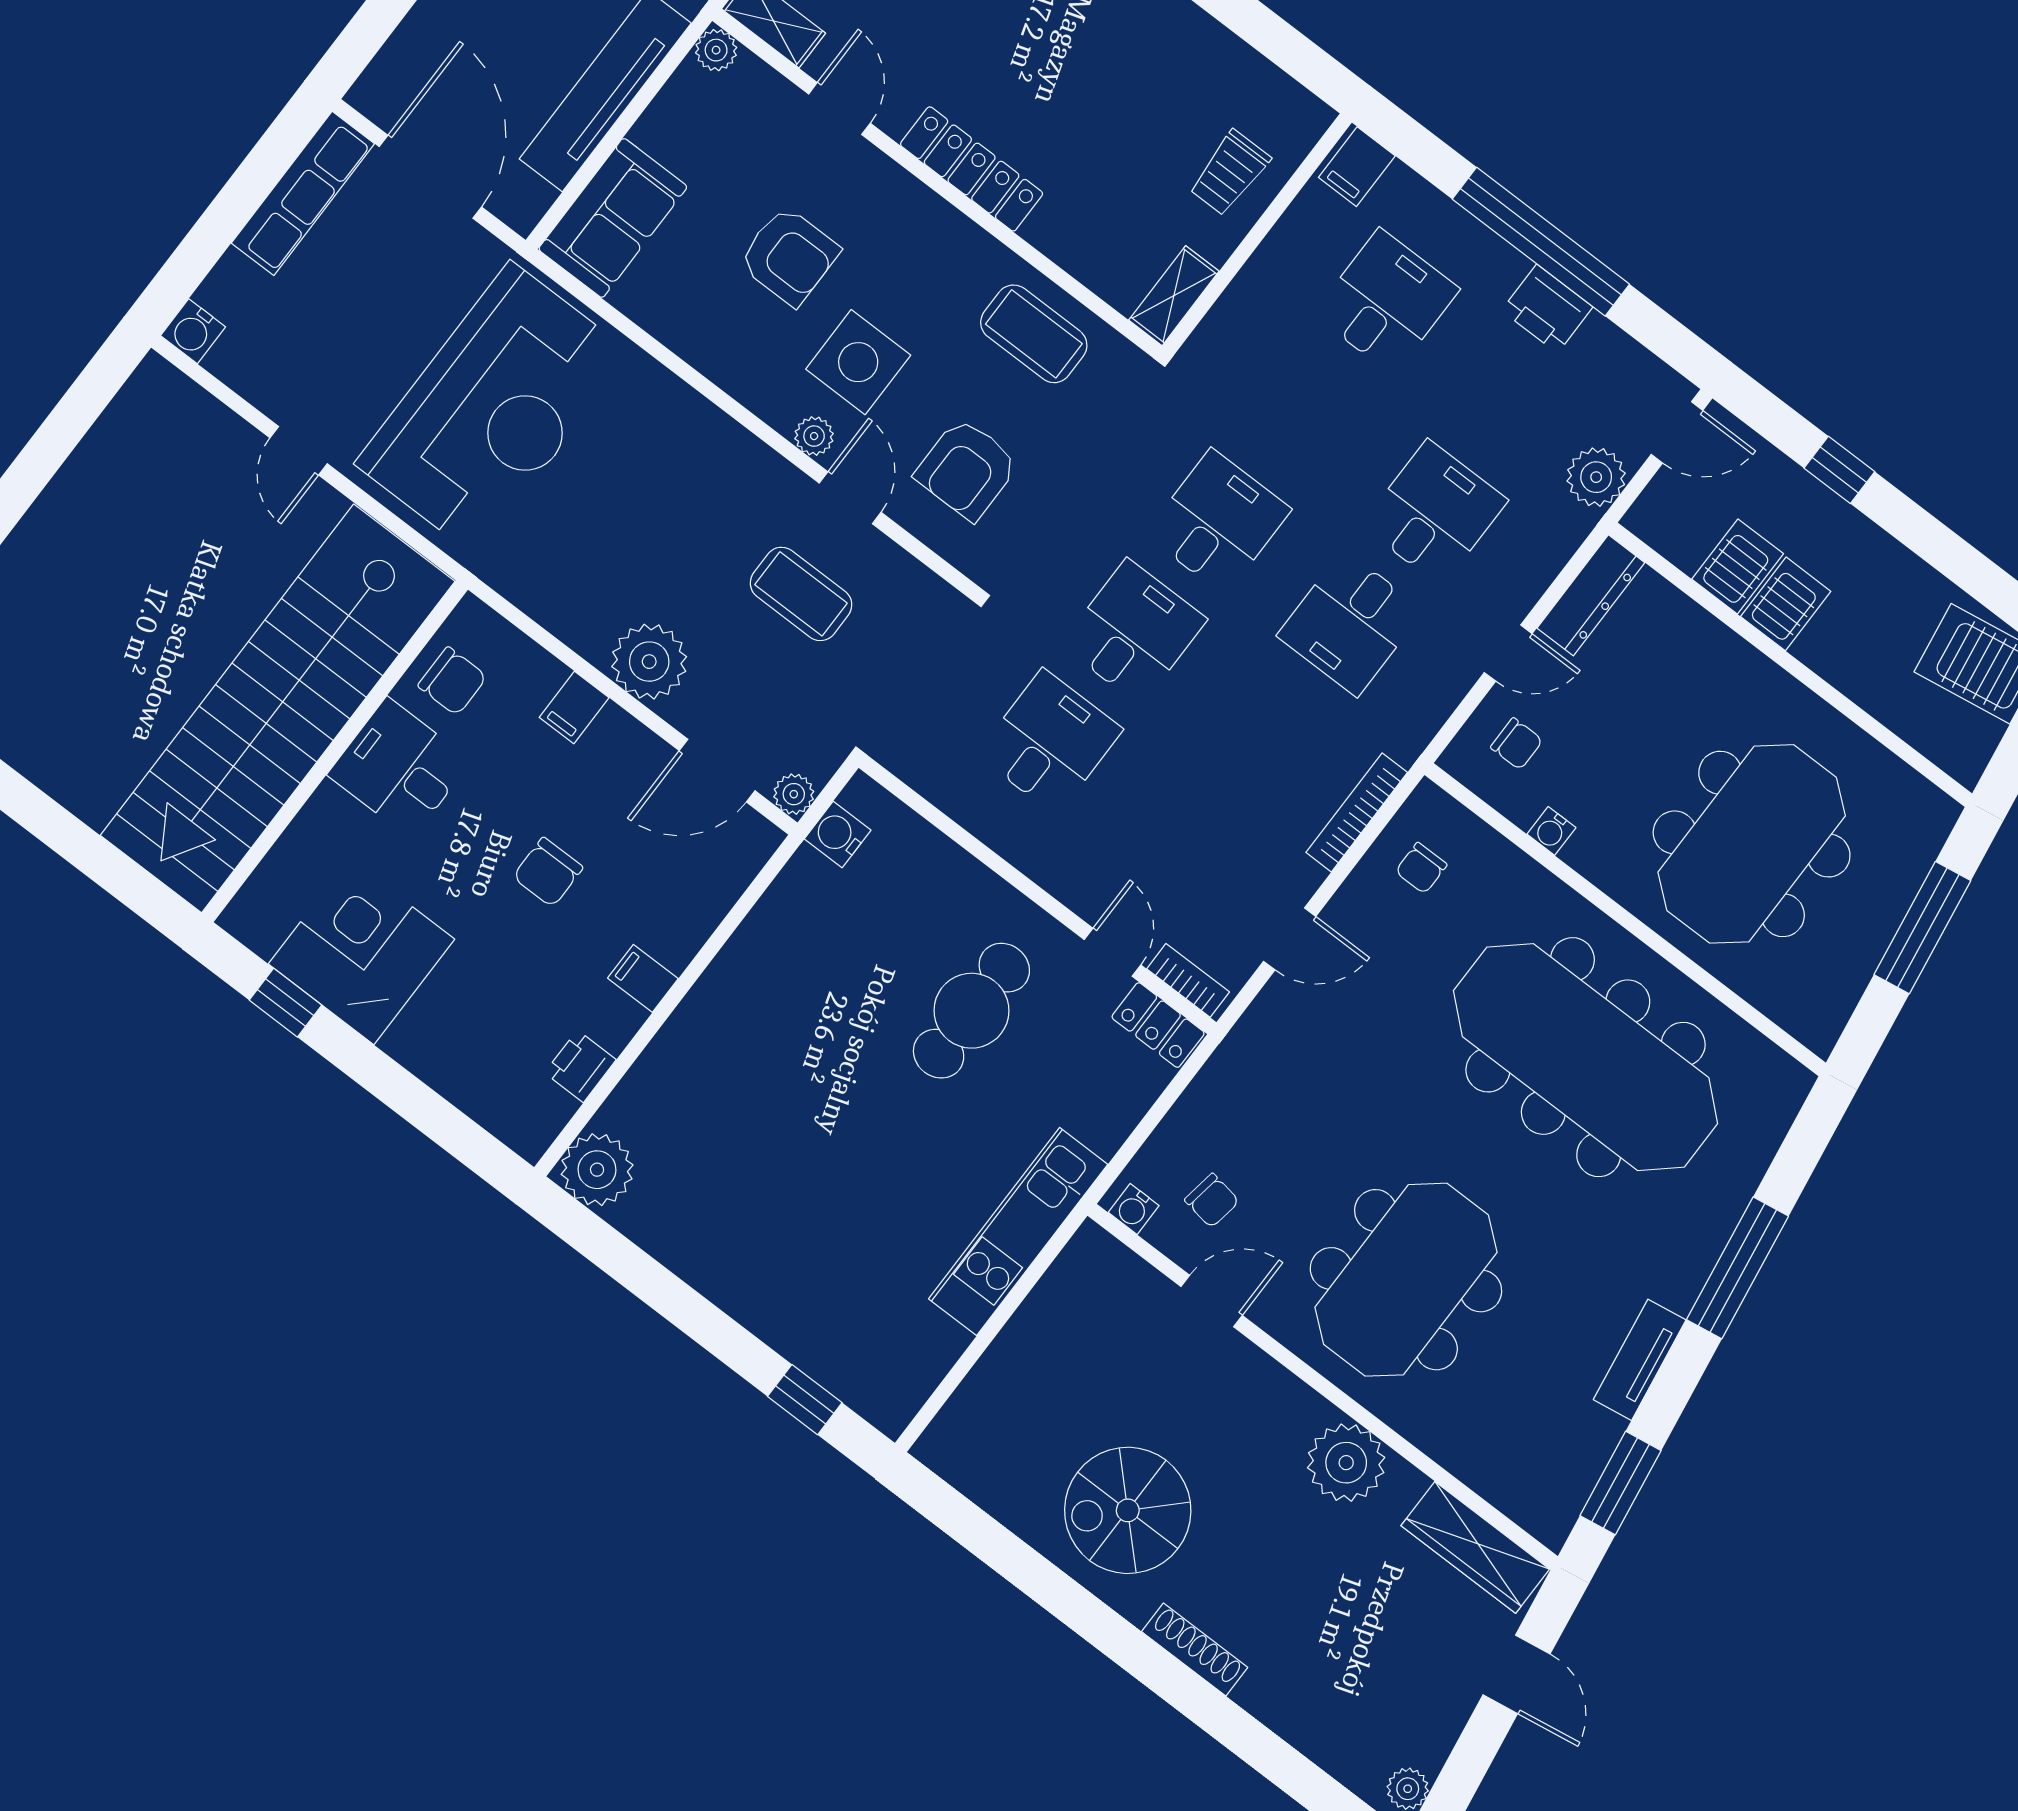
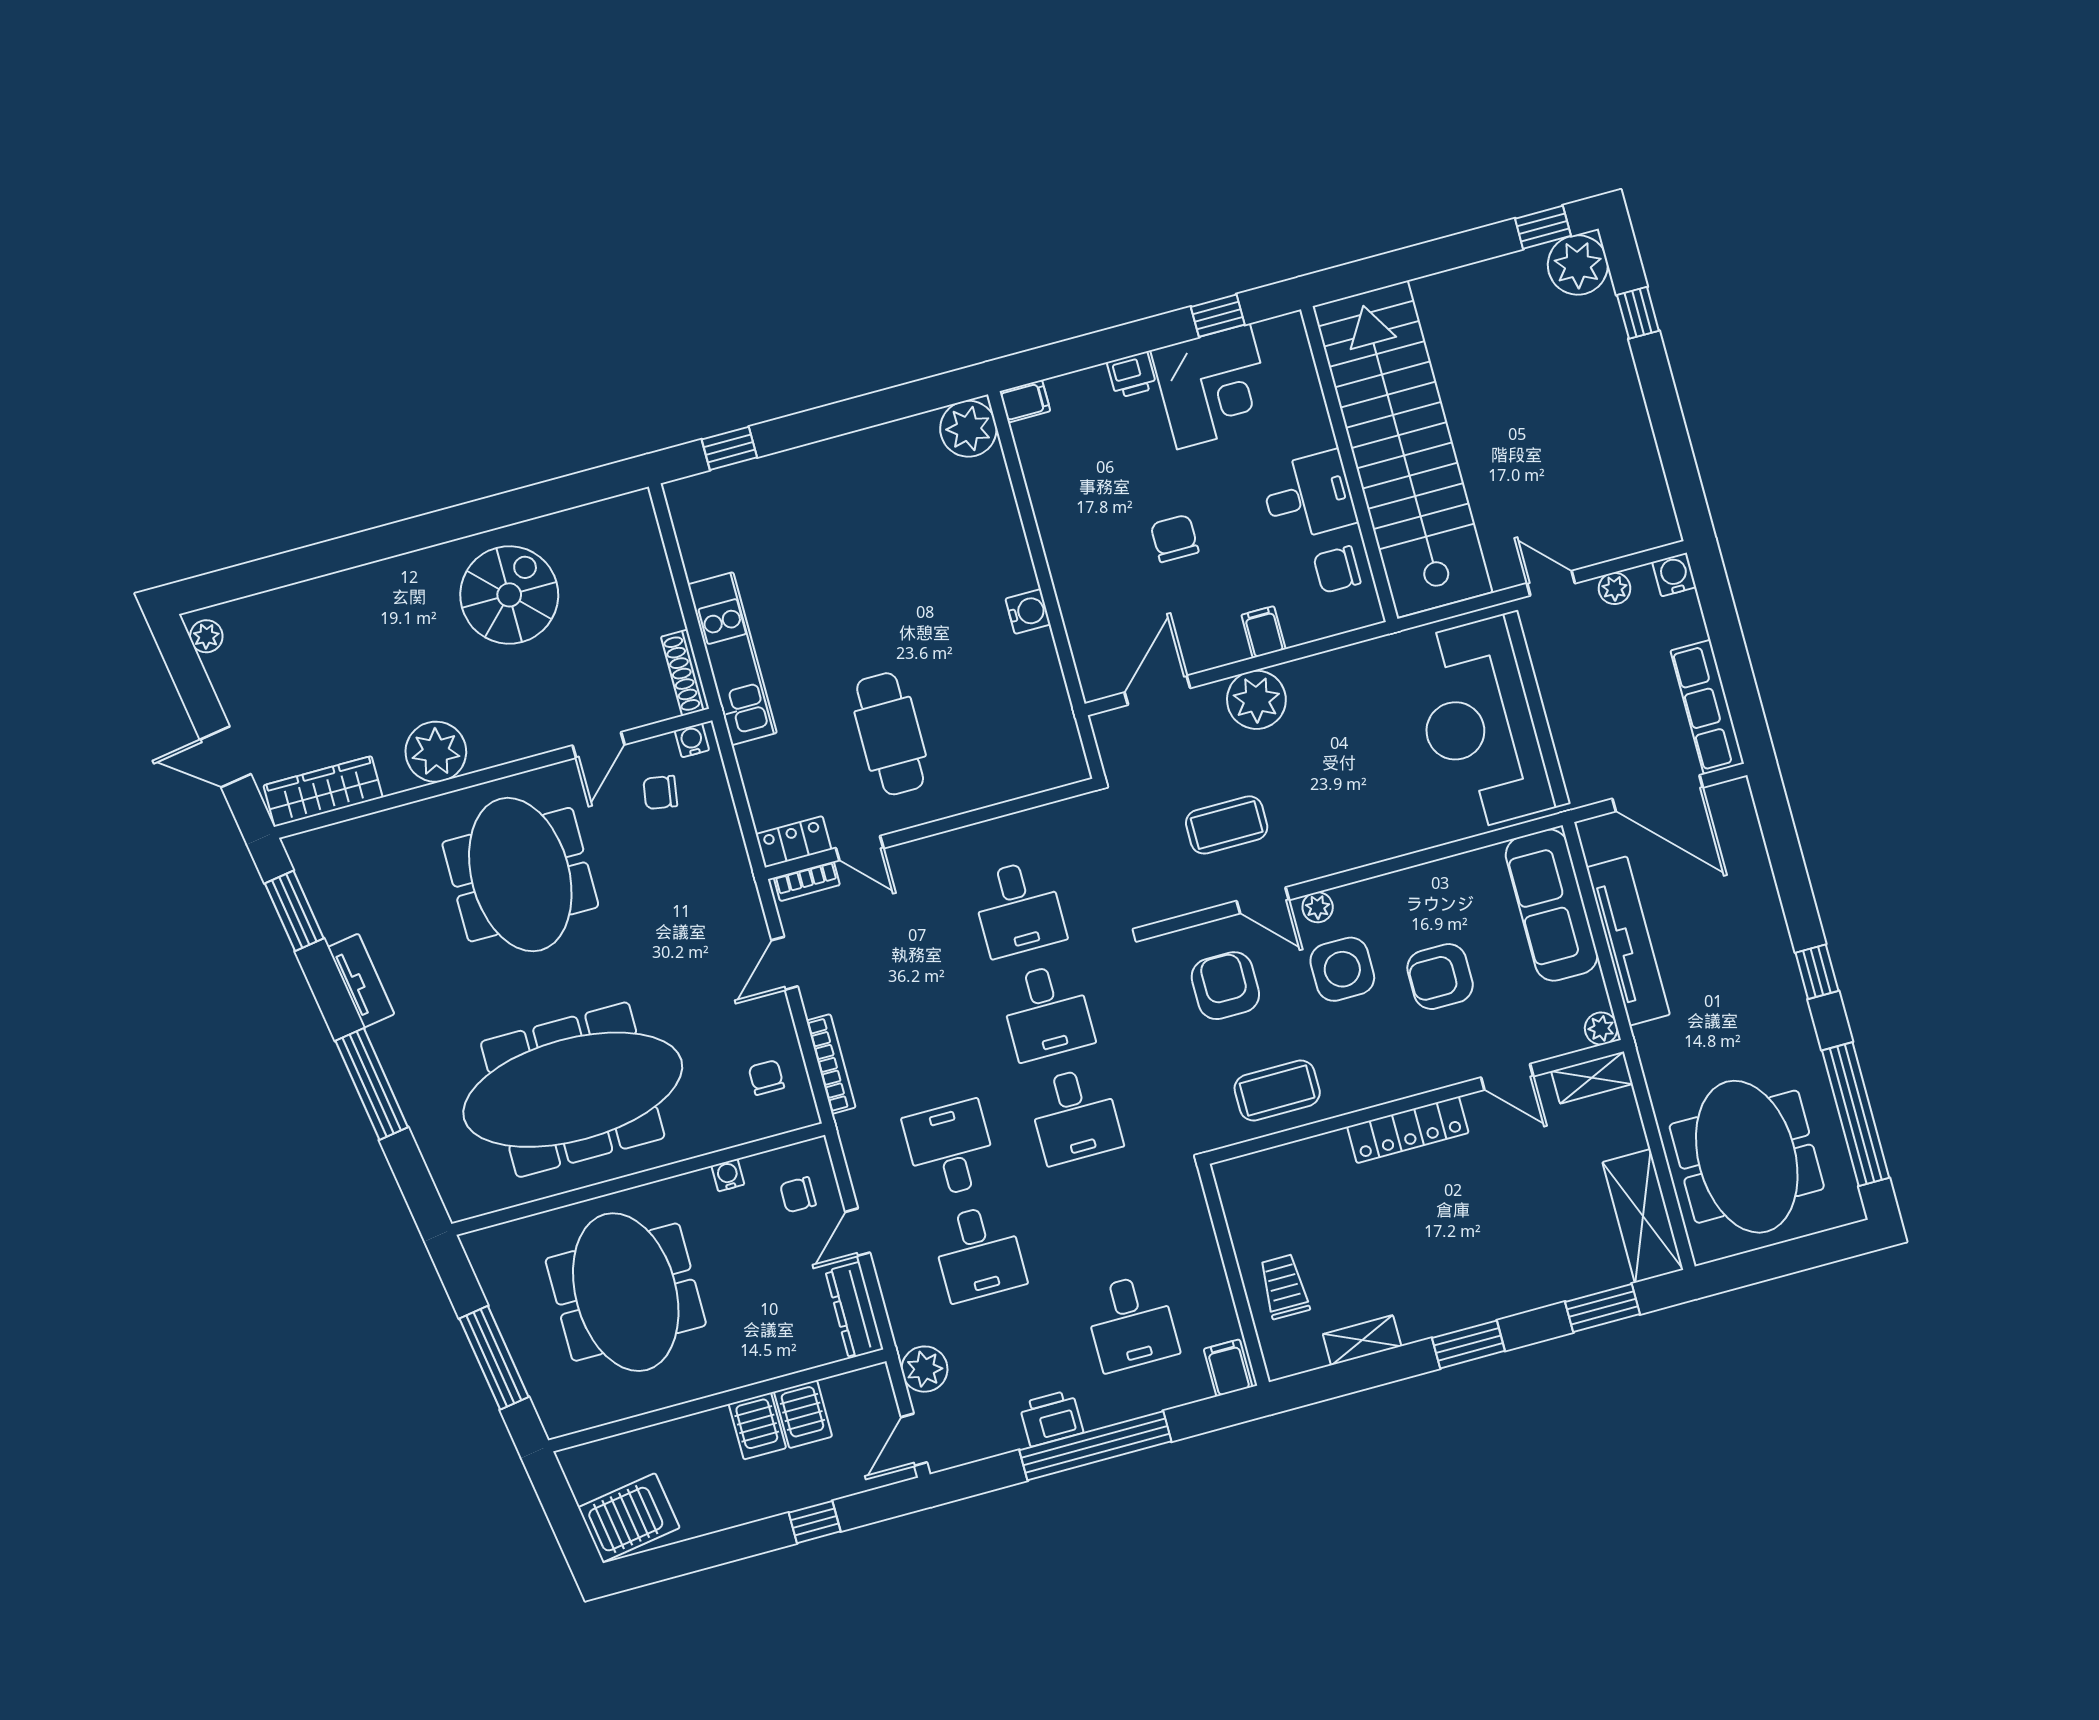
sofa: (613, 218) -> (1552, 905), width x1.36
shelving: (1174, 296) -> (1362, 1340), moved, turned 90
plant: (794, 794) -> (1615, 588), moved
water cooler: (838, 835) -> (1028, 612), moved
filing cabinet: (643, 978) -> (1025, 401), moved
printer: (580, 1066) -> (1132, 375), moved, turned 90
shoe rack: (1195, 1650) -> (685, 673), moved, turned 90

